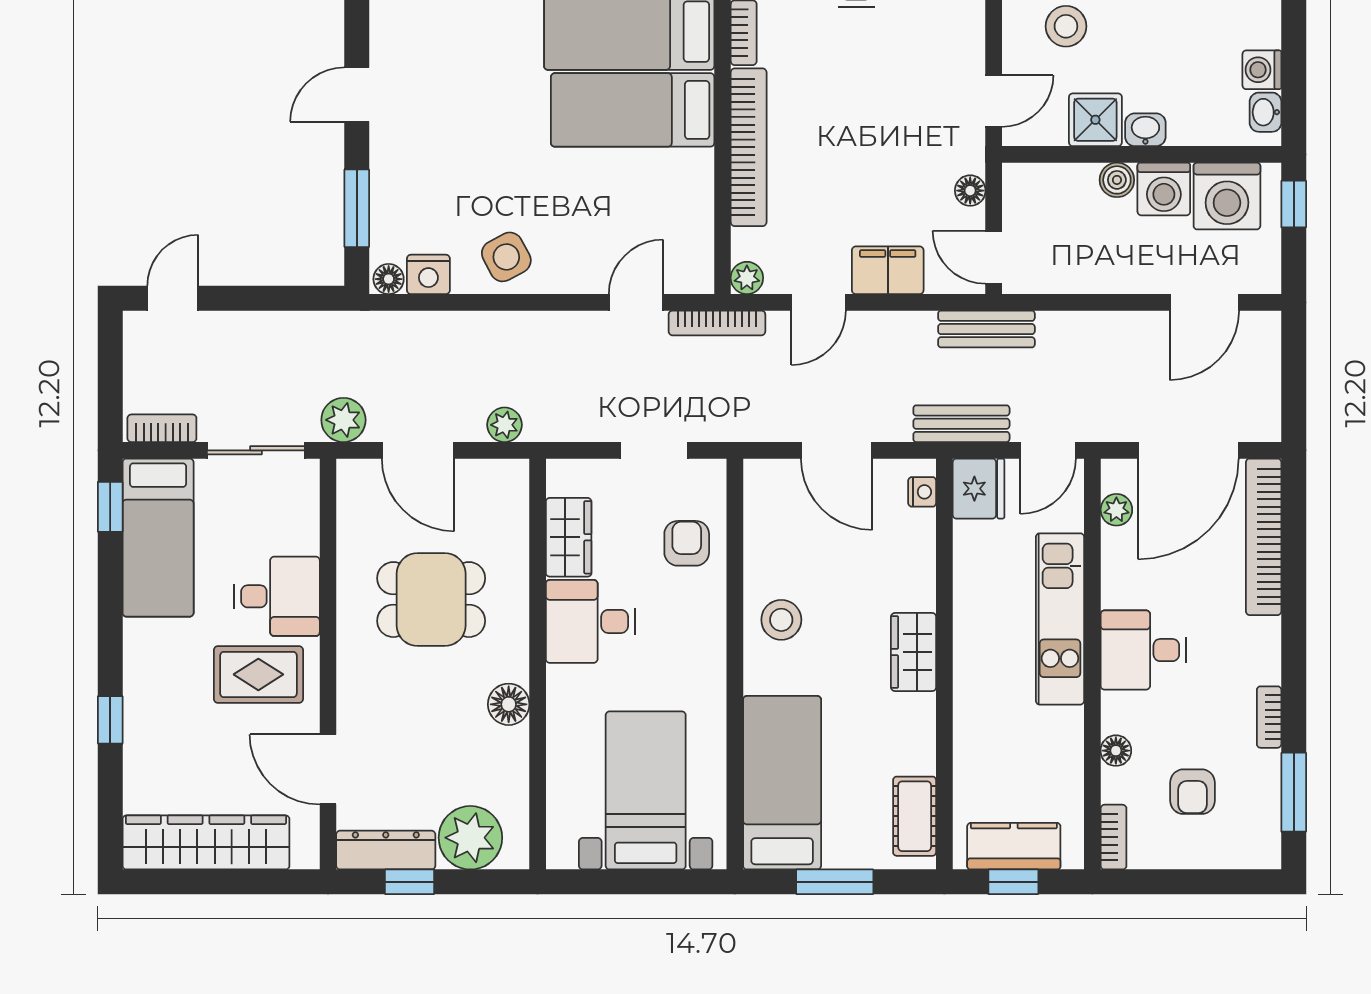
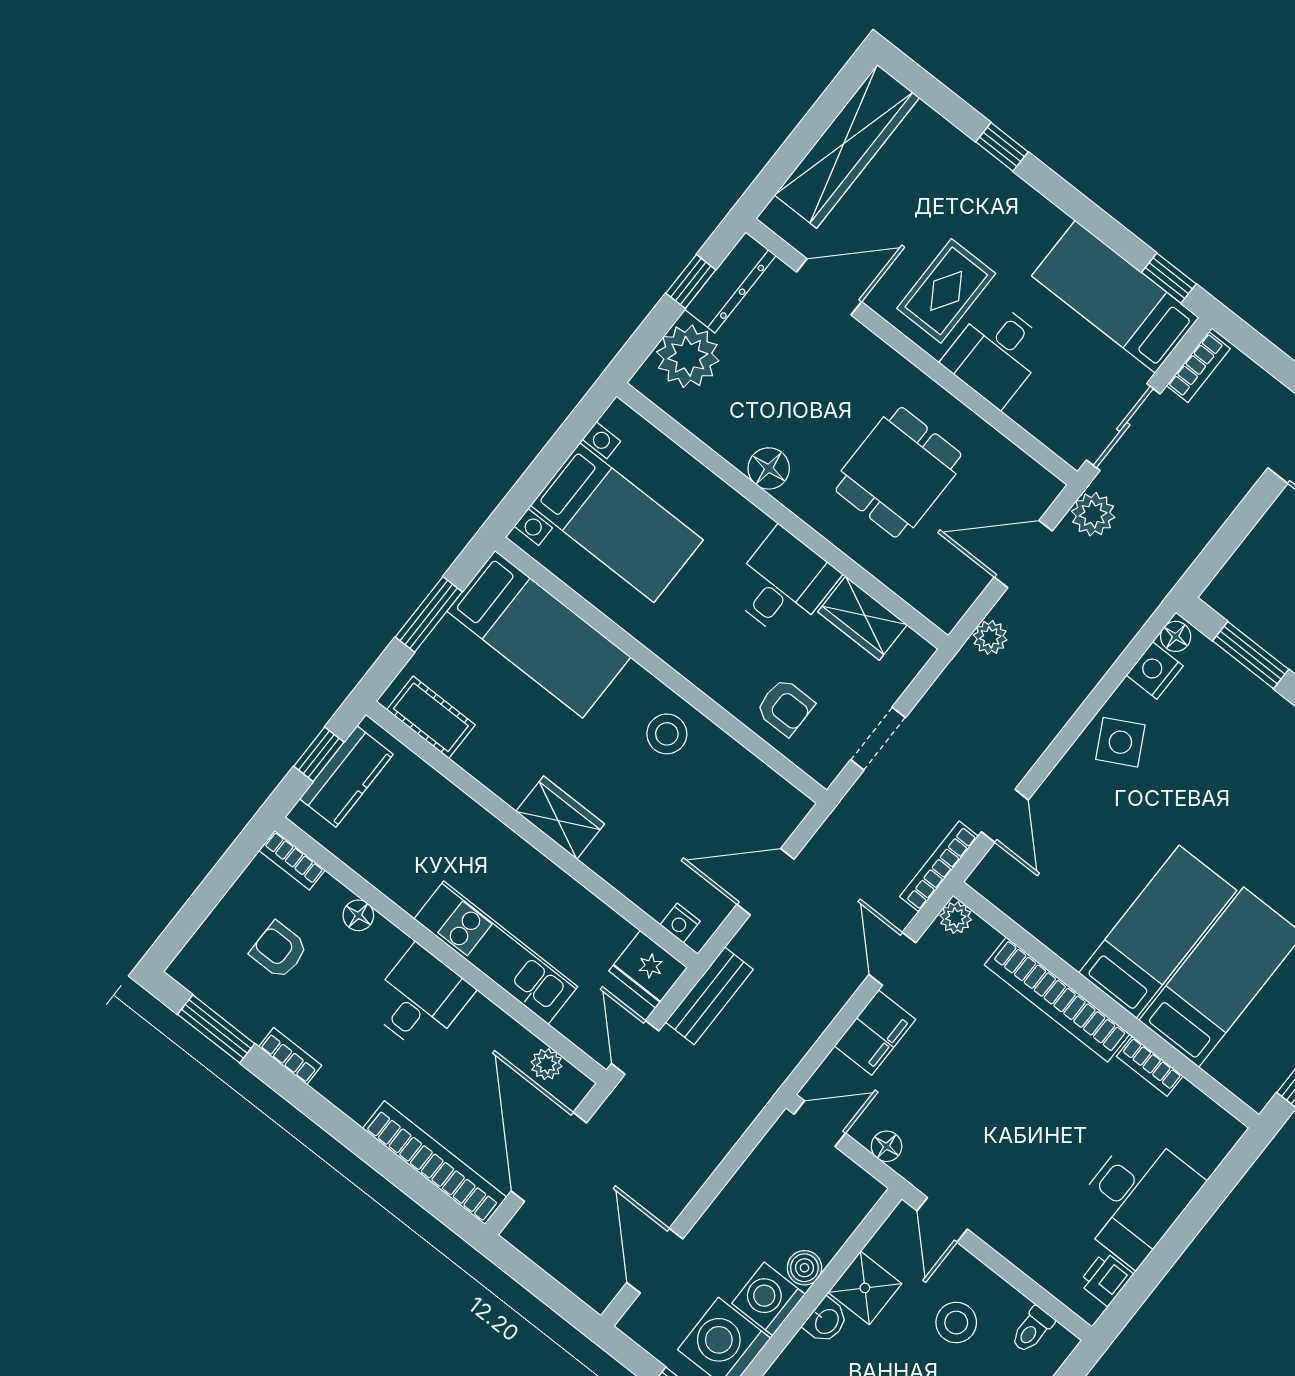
bench: (986, 329) -> (768, 1074), removed

